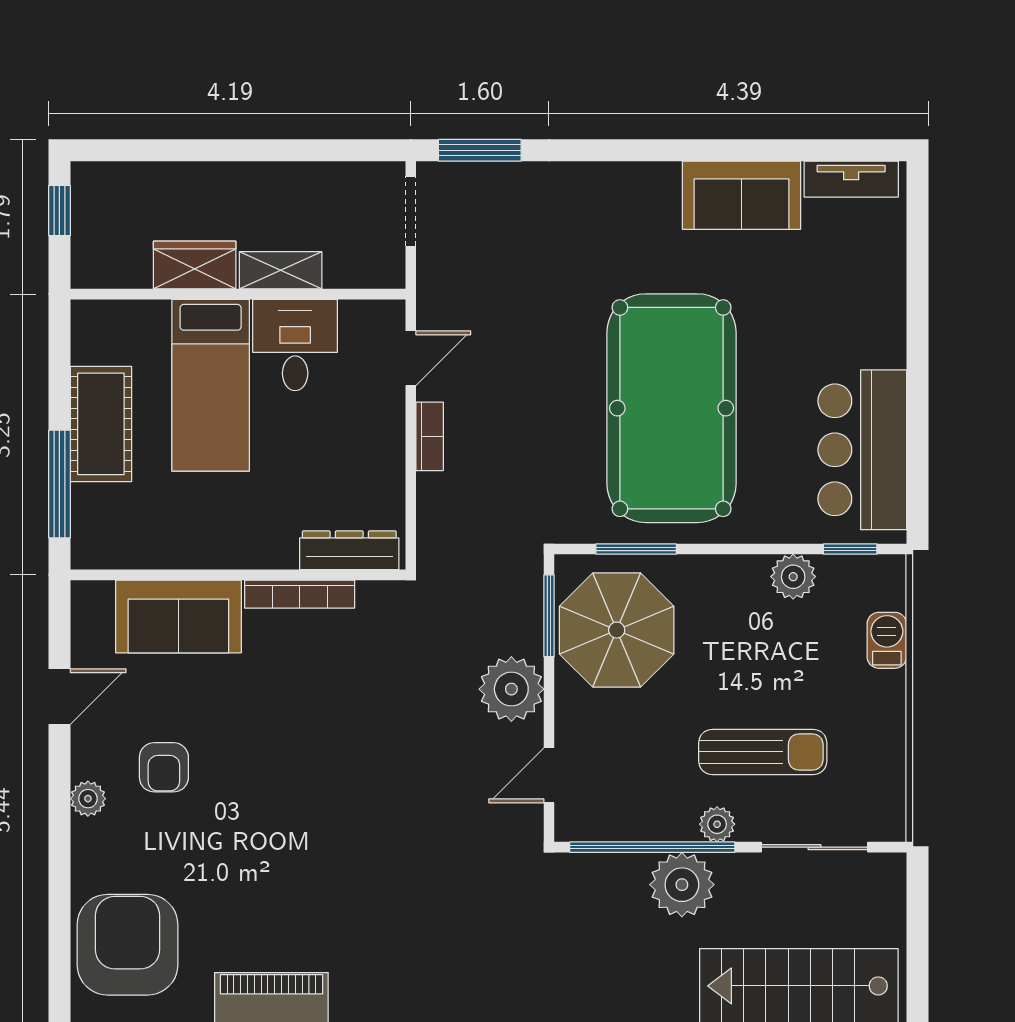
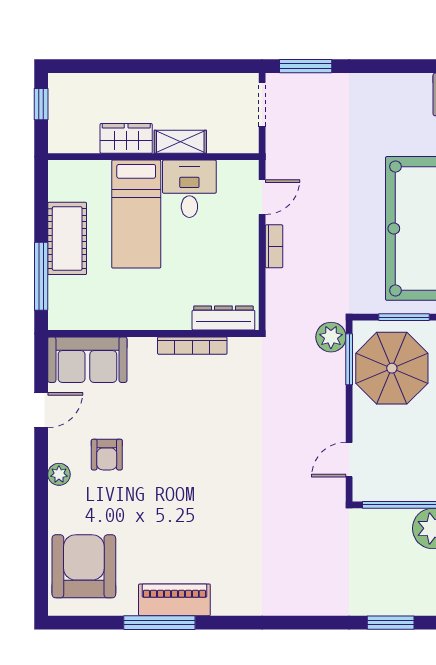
sofa: (178, 616) -> (87, 360), moved
plant: (511, 689) -> (331, 337), moved, width x0.73, depth x0.73

